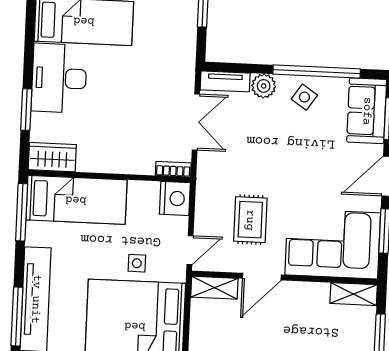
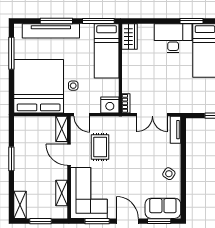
window: (317, 72) -> (183, 180), removed
plant: (264, 86) -> (174, 151), removed
window: (26, 110) -> (192, 21), moved
rug: (250, 220) -> (100, 147), turned 90
shelving: (354, 294) -> (62, 193), moved
window: (17, 317) -> (56, 21), moved

